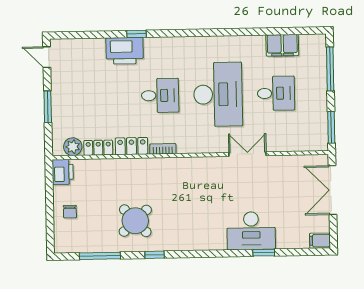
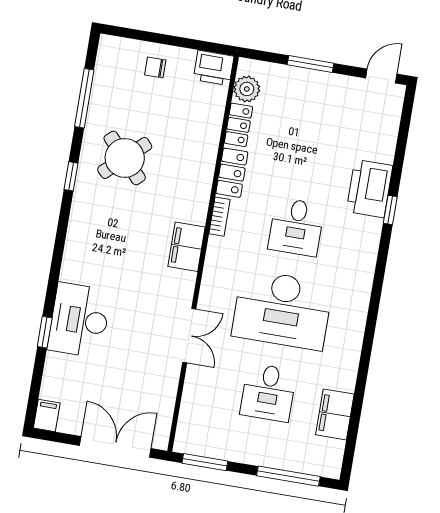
filing cabinet: (188, 167) -> (187, 247), added

